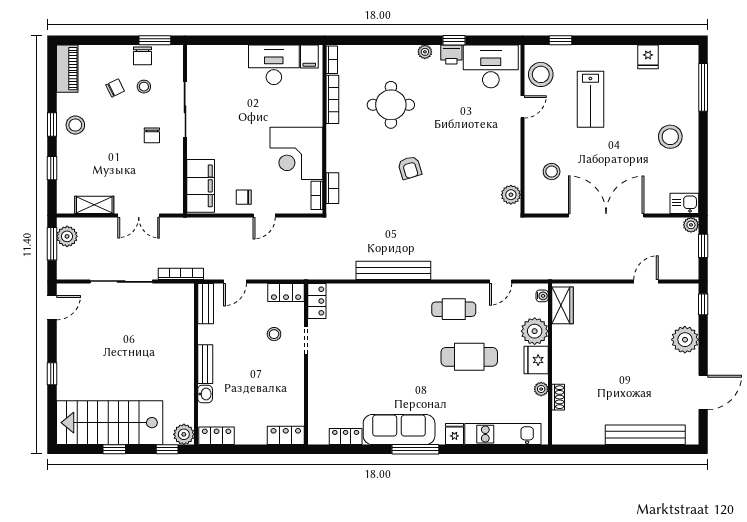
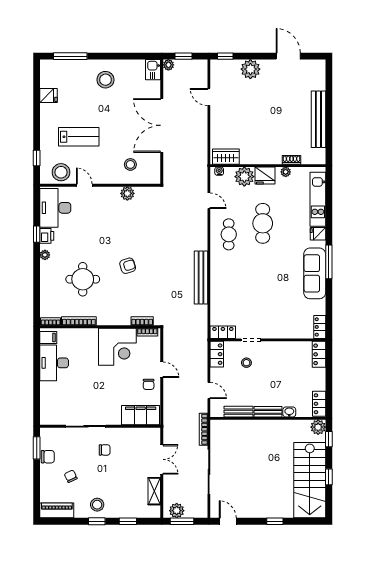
stool: (144, 87) -> (70, 456), removed
plant: (511, 195) -> (127, 193), moved
bench: (206, 304) -> (239, 412), moved
bench: (645, 435) -> (318, 119), moved
locker: (346, 437) -> (320, 327), moved

